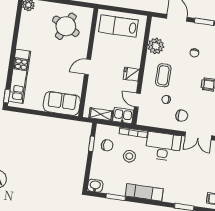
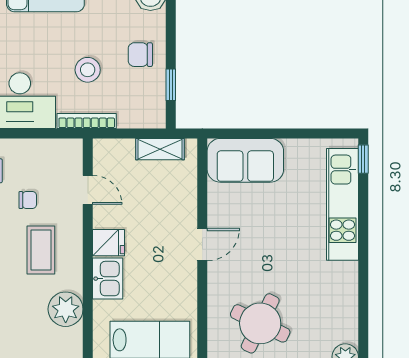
kitchen sink: (123, 116) -> (108, 279), moved, turned -90
chair: (107, 145) -> (140, 55), moved

